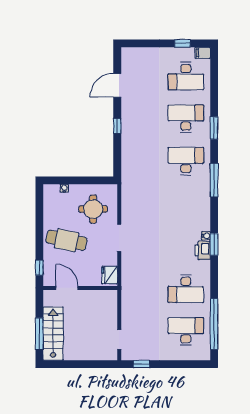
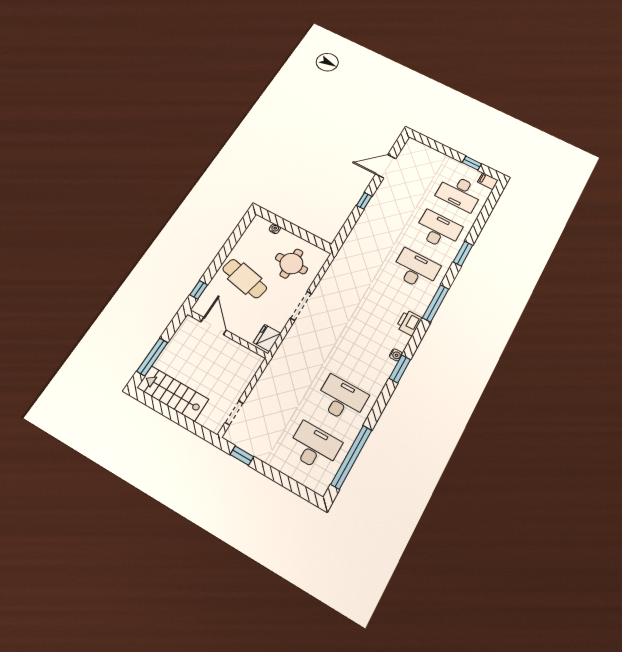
printer: (203, 250) -> (409, 323), moved
desk: (186, 289) -> (342, 399), turned 180
stairs: (53, 334) -> (173, 393), moved, turned -90

